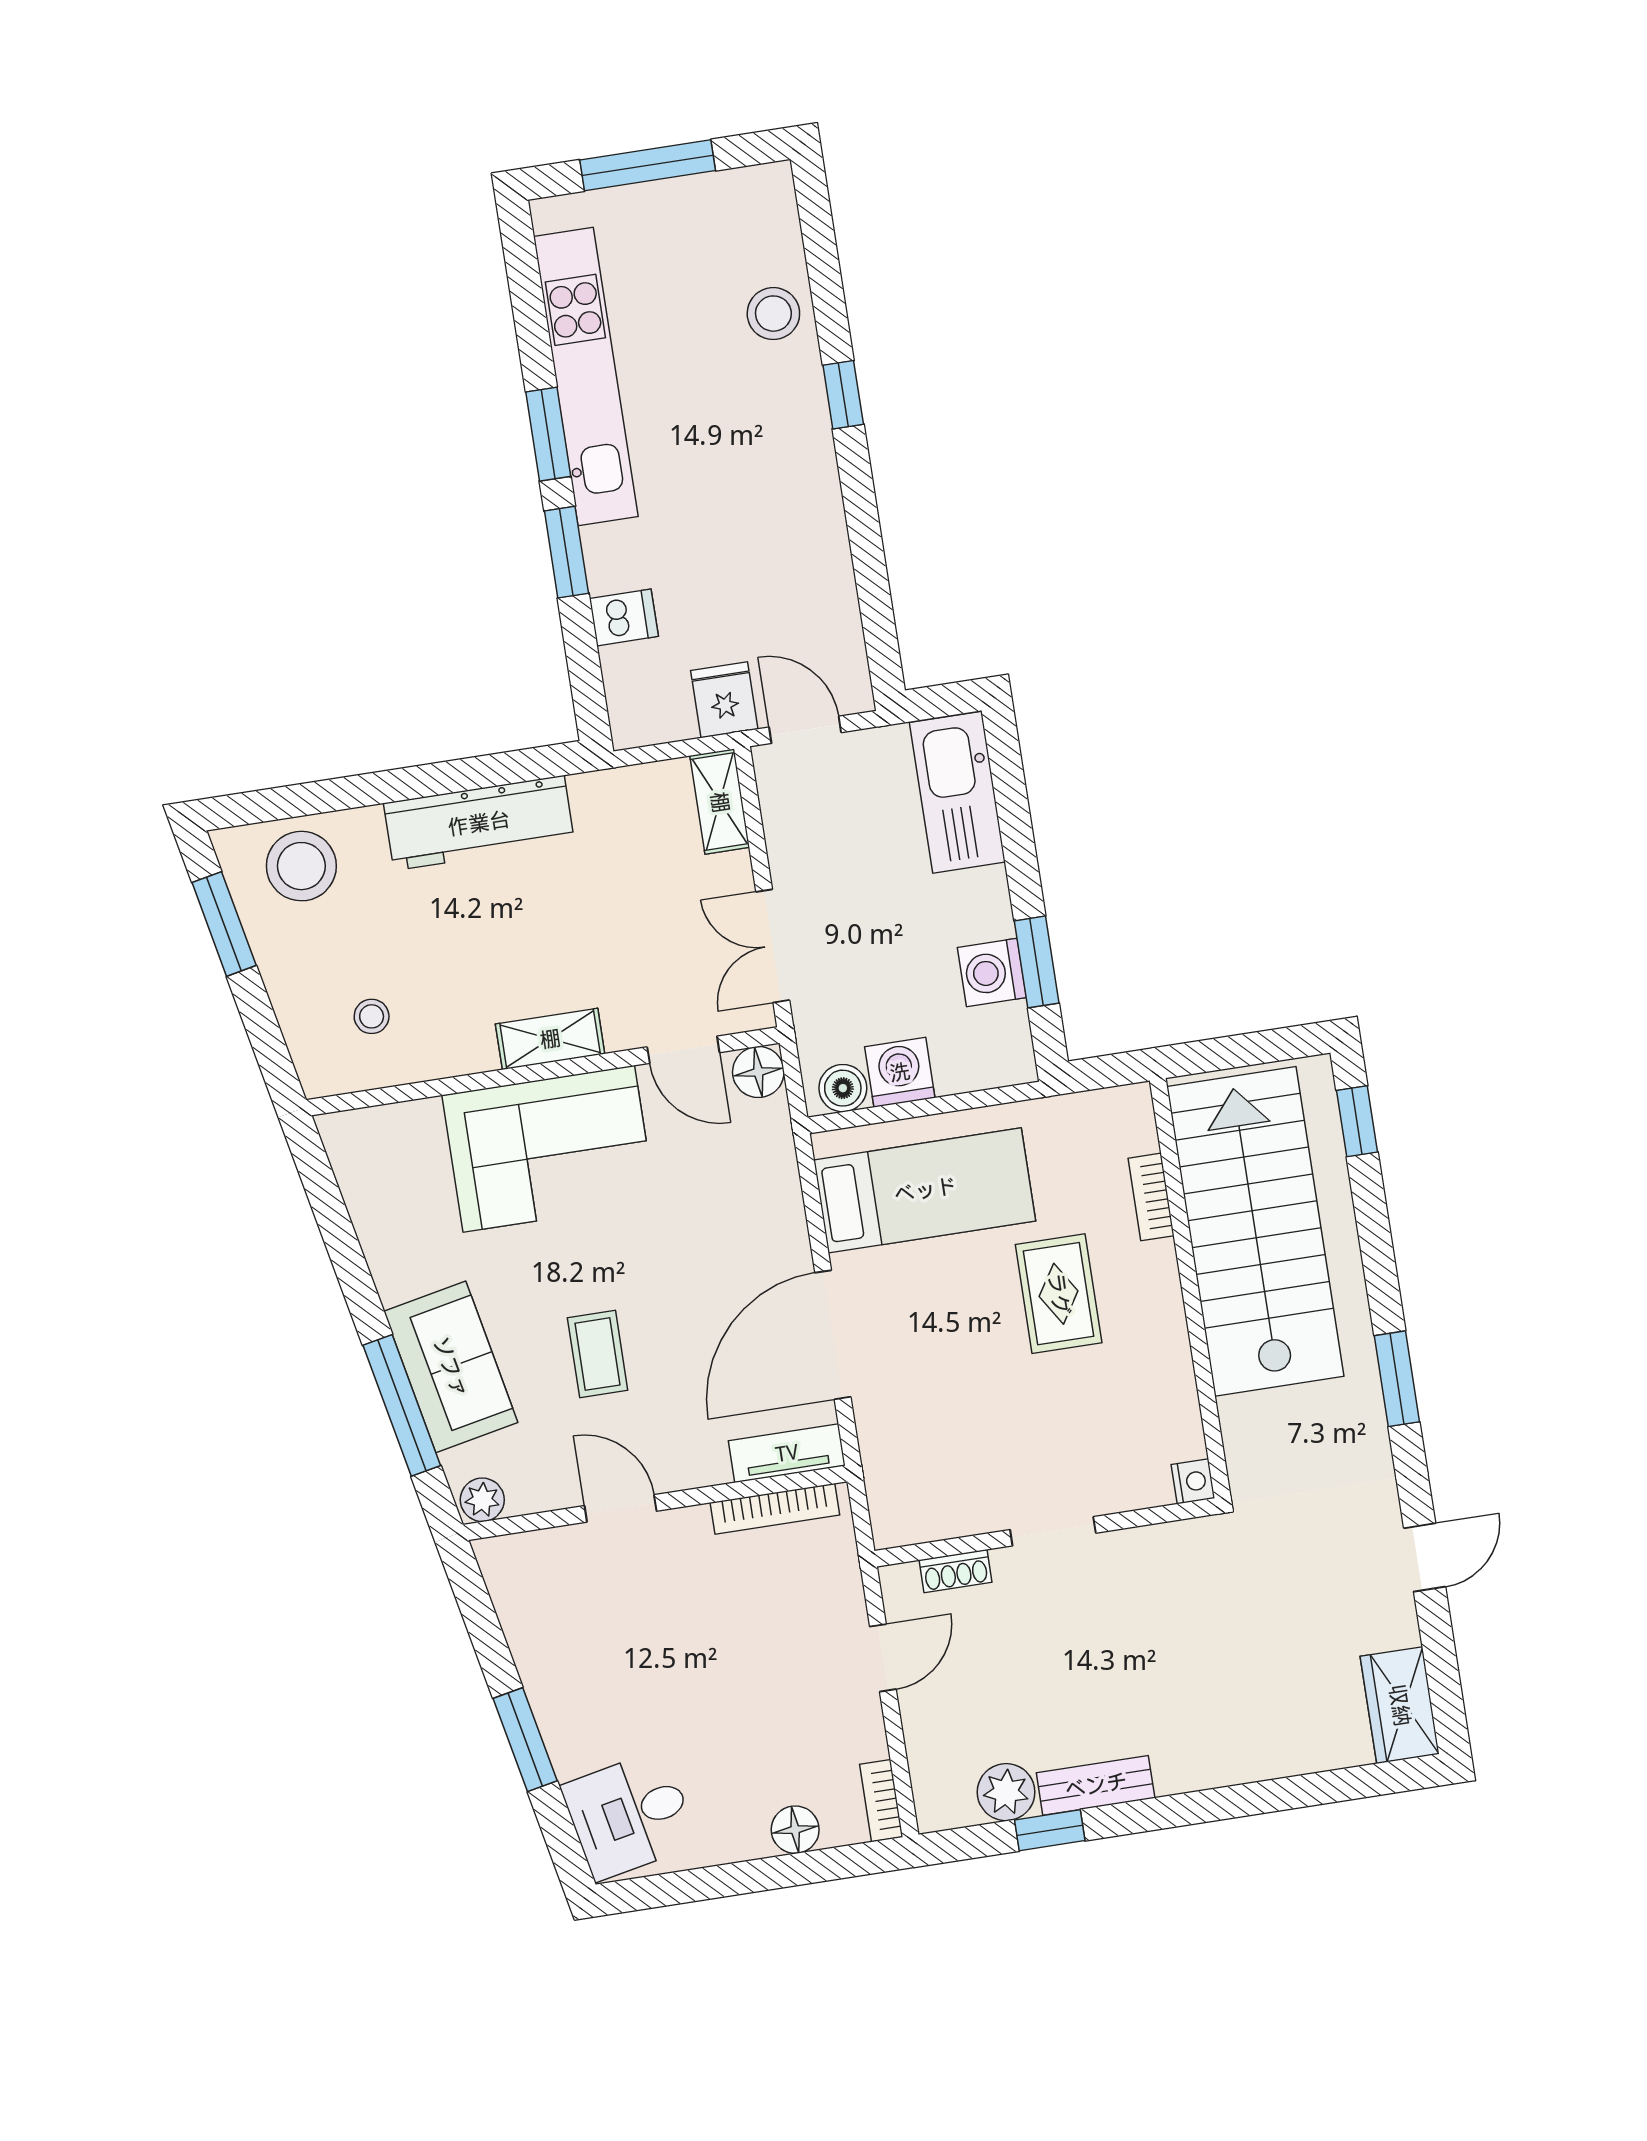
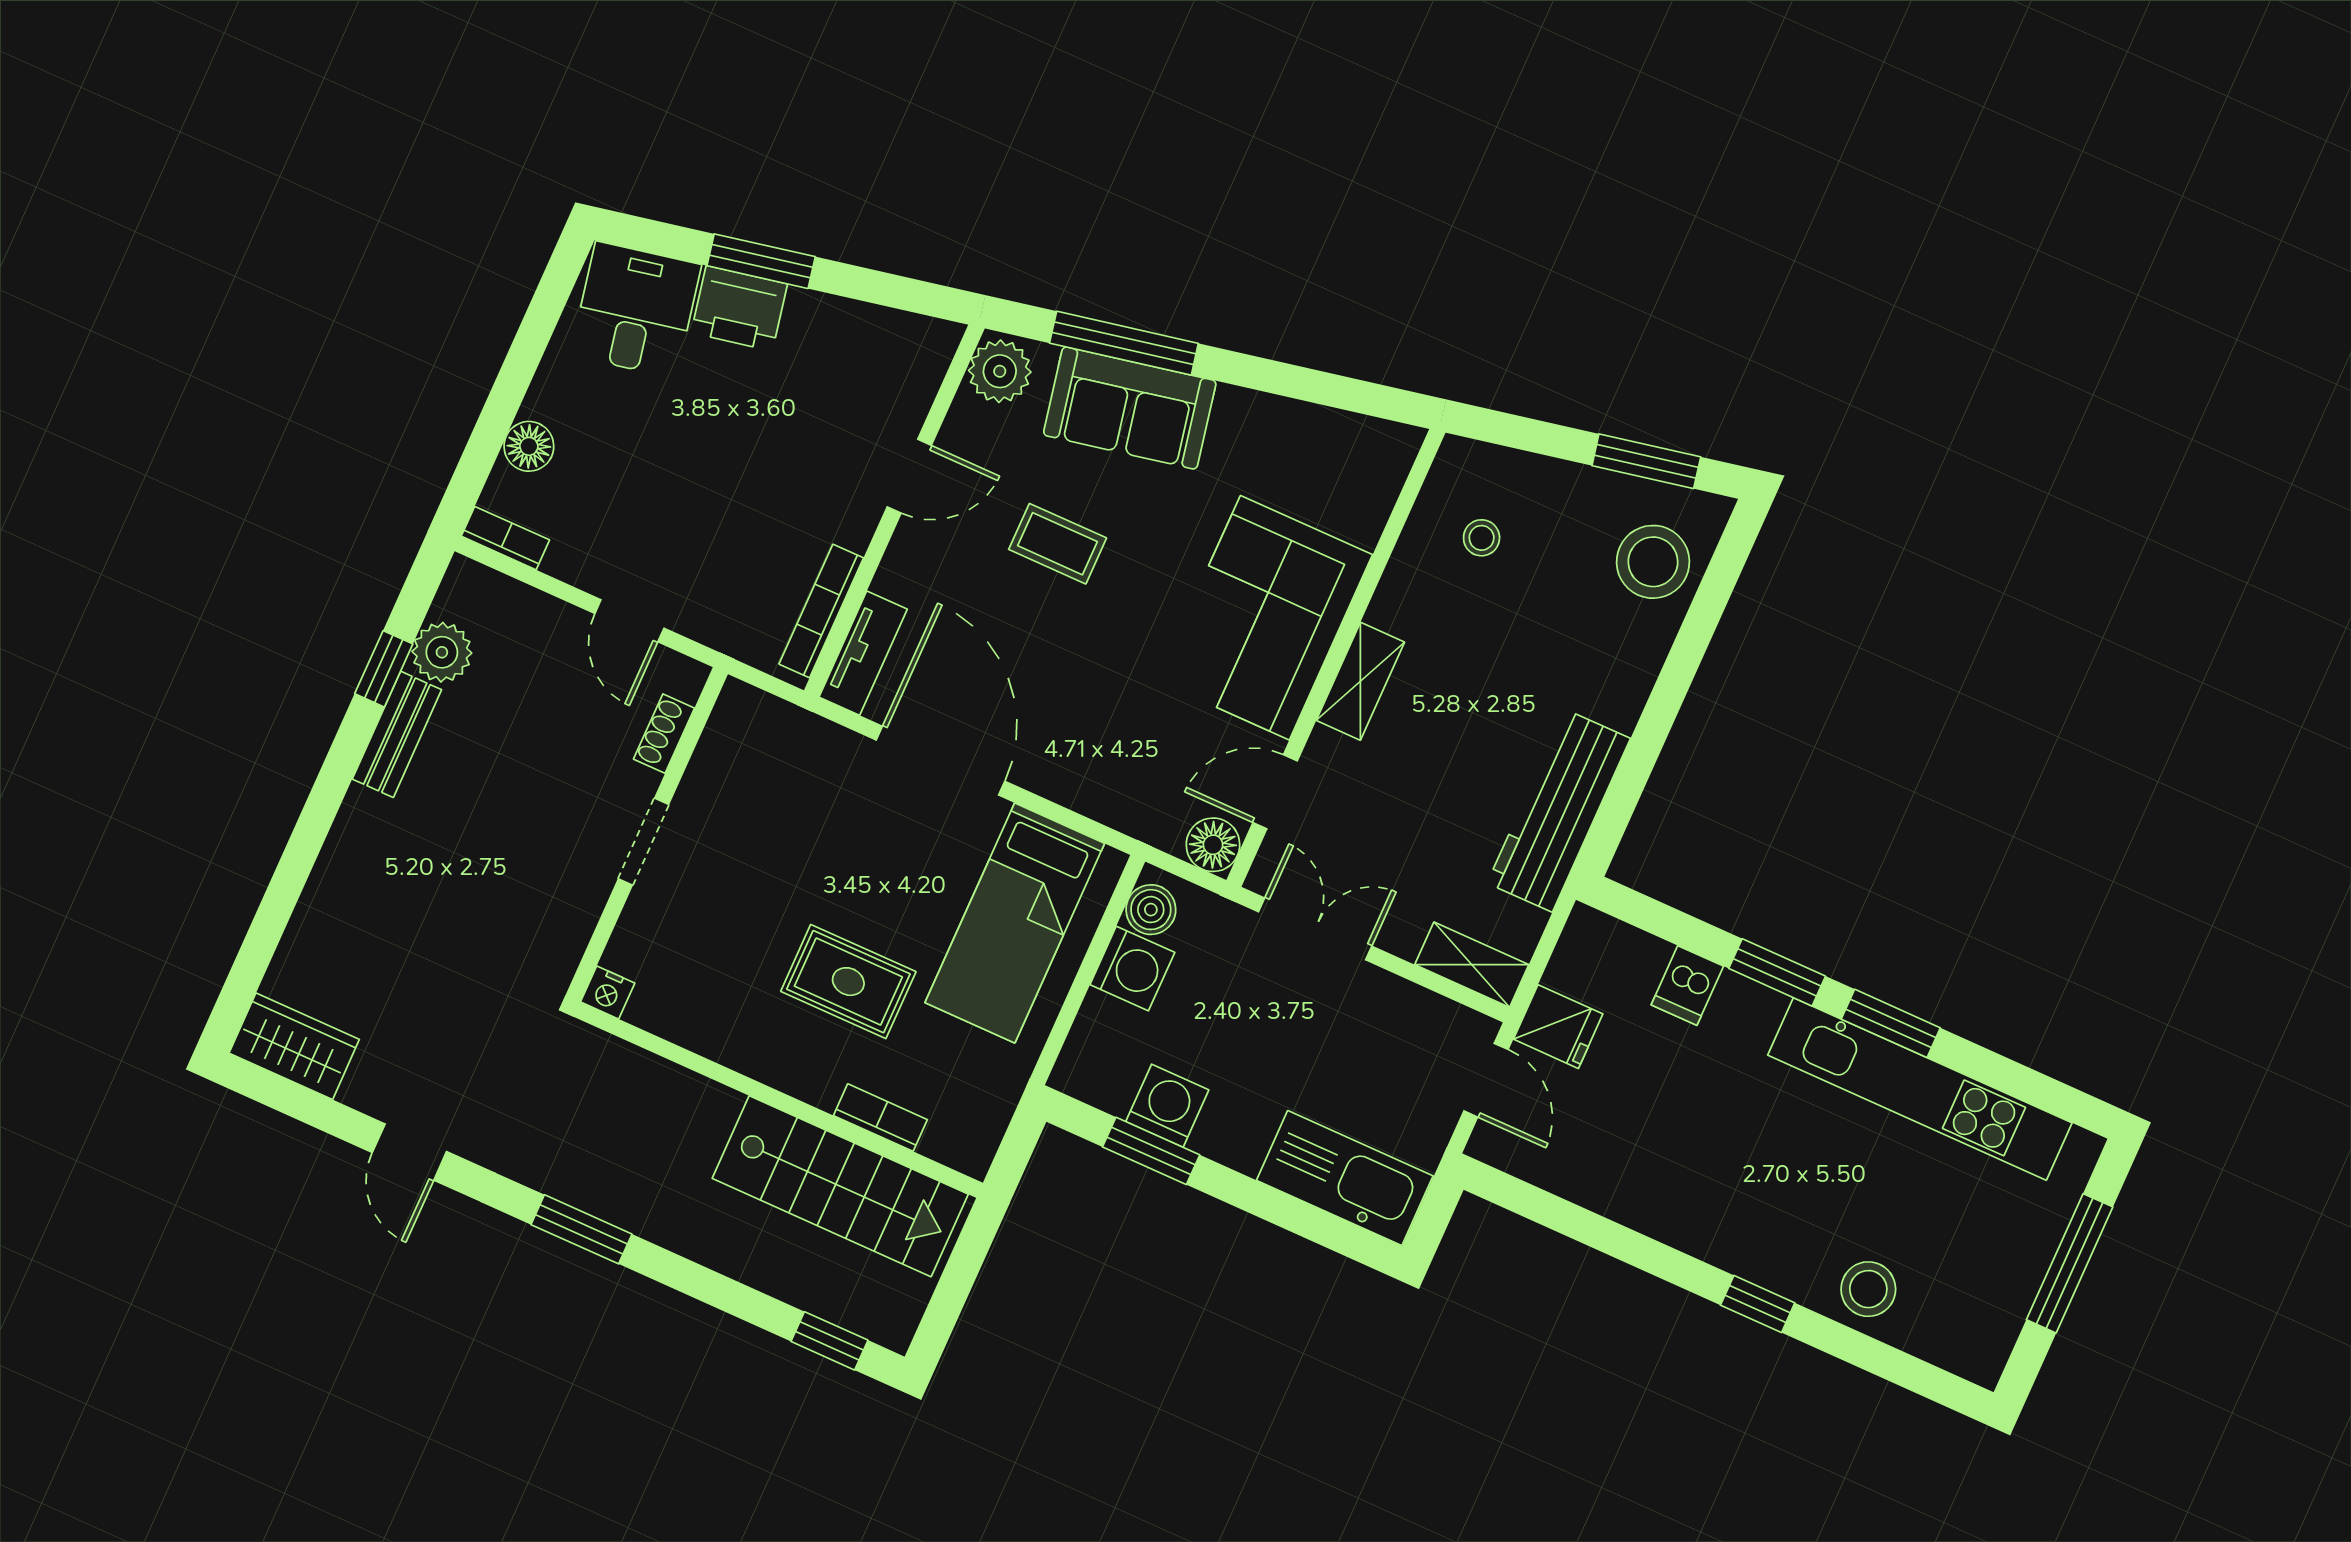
door: (805, 730) -> (1486, 1080), hinge flipped
workbench: (479, 823) -> (1559, 811), moved
stairs: (1255, 1231) -> (840, 1186), width x0.73, depth x0.66
plant: (482, 1500) -> (1000, 371), width x1.38, depth x1.38
printer: (575, 1733) -> (739, 308), added

